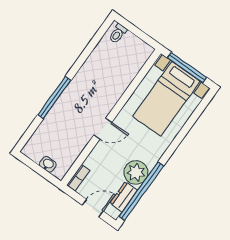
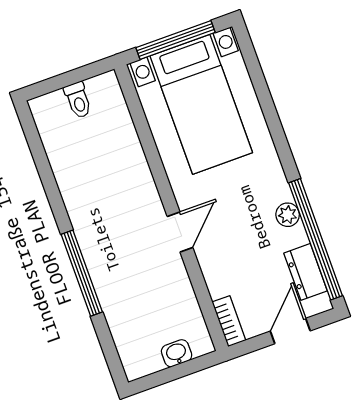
toilet: (118, 34) -> (78, 100), moved
plant: (136, 172) -> (288, 215), width x0.53, depth x0.53

